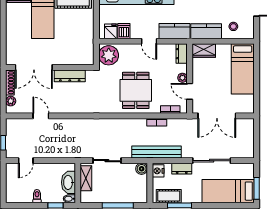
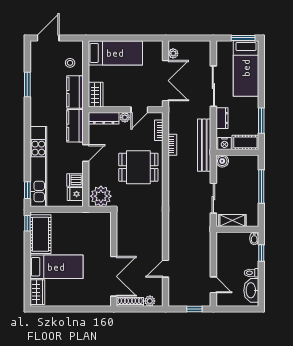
dresser: (182, 54) -> (104, 118), width x1.44
dresser: (70, 76) -> (123, 238), removed
plant: (242, 123) -> (173, 53), added
washbasin: (68, 182) -> (251, 290), moved, turned 90
cot: (169, 196) -> (245, 142), moved, turned 90

